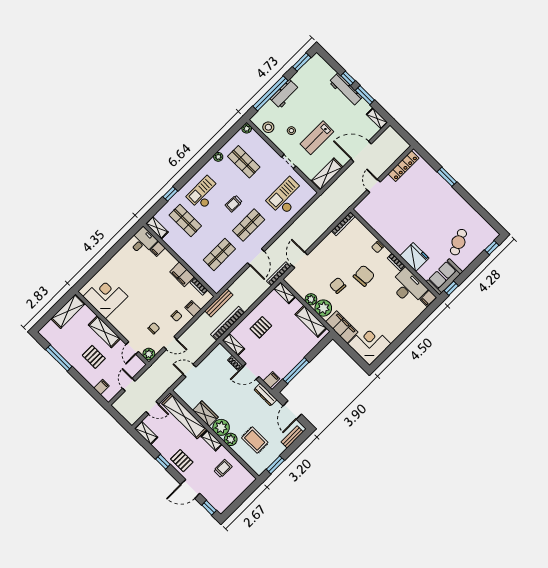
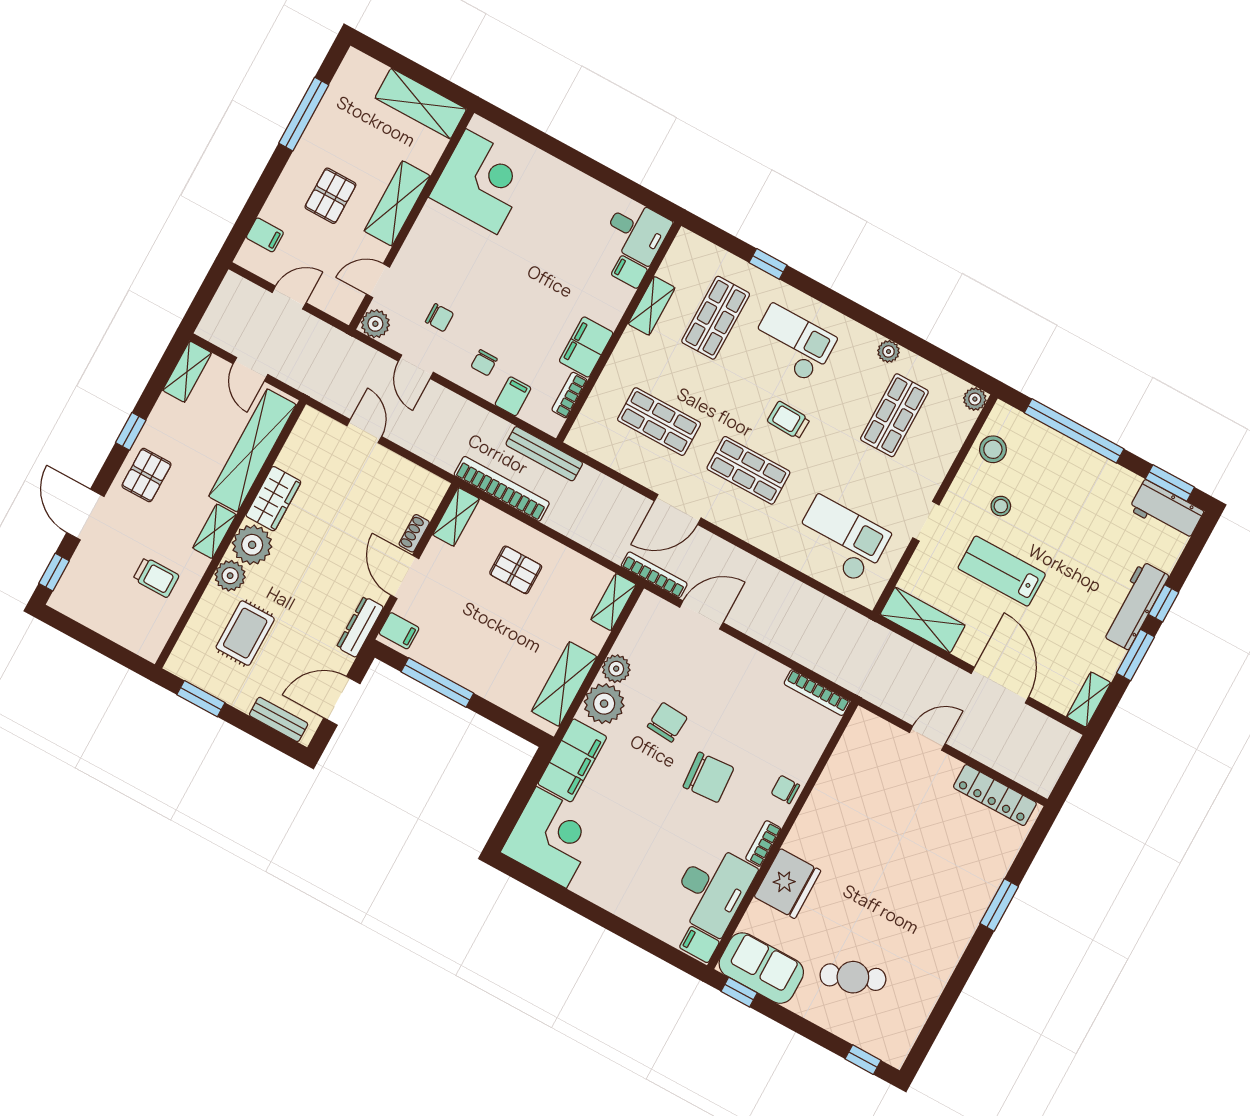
workbench: (285, 94) -> (1166, 510), moved
shelving: (157, 228) -> (652, 306), moved

